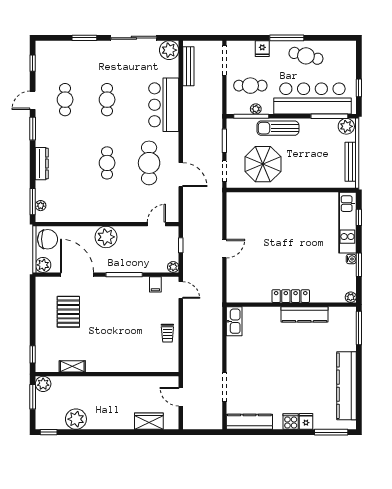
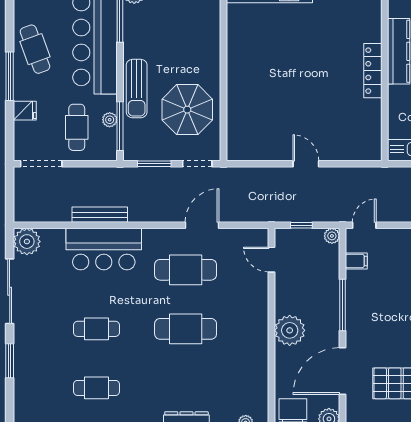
cafe table: (306, 56) -> (35, 49), turned -34
bench: (188, 66) -> (100, 215), moved
cafe table: (107, 163) -> (186, 329), width x1.37, depth x1.35

